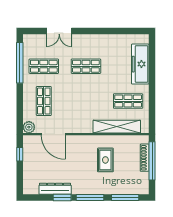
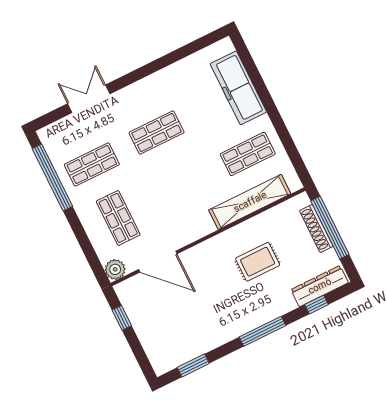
double door: (59, 31) -> (89, 99), swing flipped
rug: (105, 160) -> (258, 262), turned 90
dresser: (55, 189) -> (320, 286), moved
window: (62, 198) -> (193, 365), moved
window: (125, 198) -> (317, 305), width x0.46

